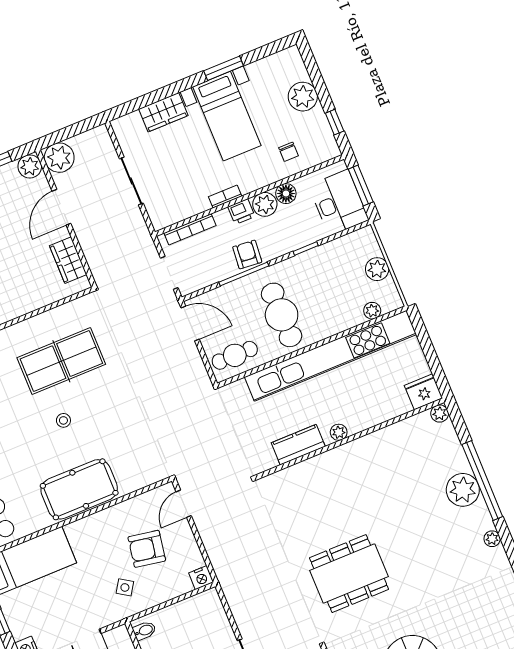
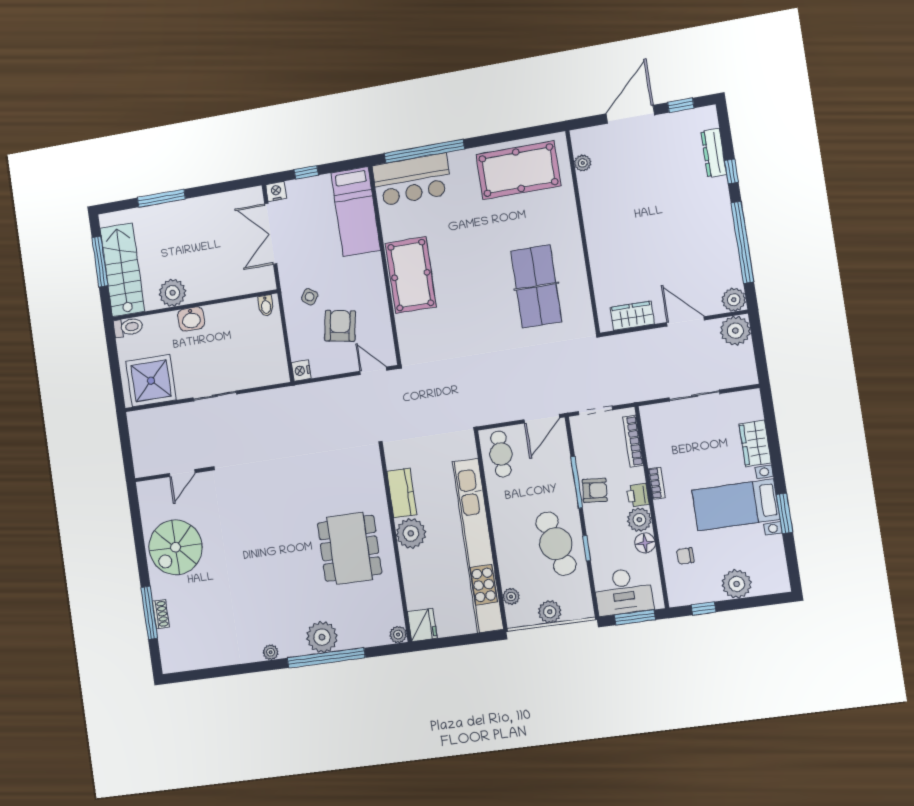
cafe table: (282, 315) -> (556, 544), moved, turned 76
stool: (63, 420) -> (479, 275), removed
plant: (339, 432) -> (411, 533), width x1.88, depth x1.88
dining table: (349, 574) -> (350, 548), moved

